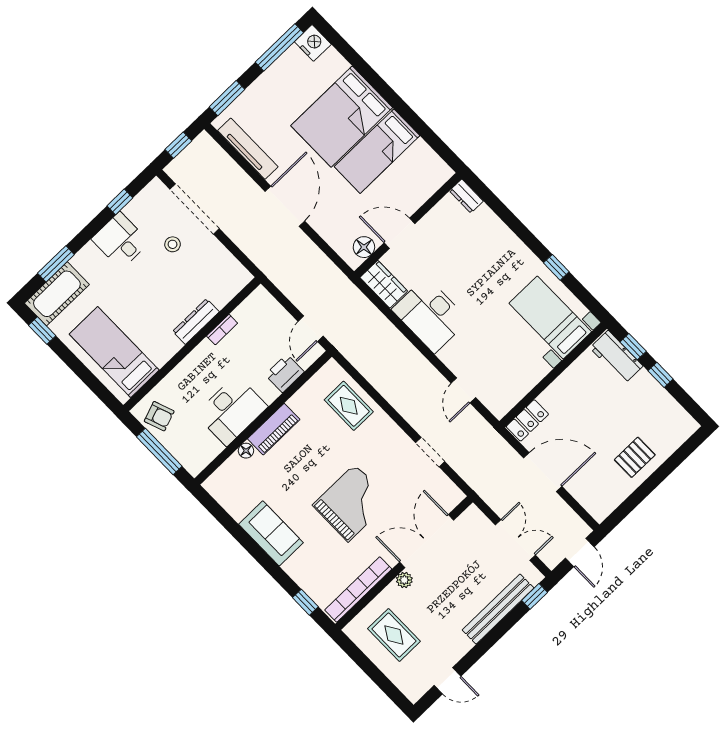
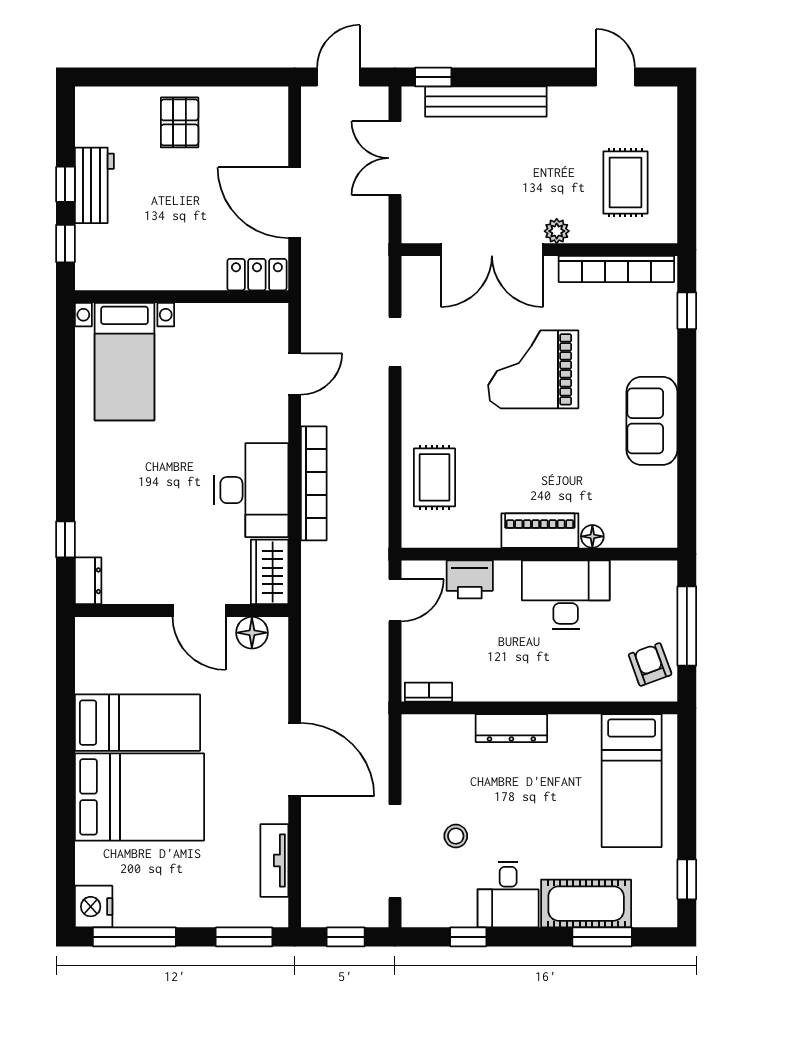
tv unit: (248, 149) -> (274, 860), width x0.71
door: (285, 206) -> (295, 760), swing flipped
window: (556, 267) -> (65, 539), moved
cot: (57, 294) -> (586, 904), moved
bookcase: (222, 330) -> (429, 692), moved
bookcase: (404, 347) -> (314, 483), added
workbench: (616, 357) -> (94, 185), moved
pallet: (635, 457) -> (180, 122), turned 90

